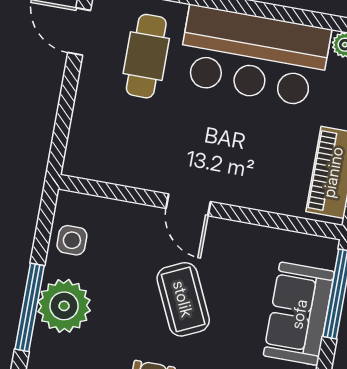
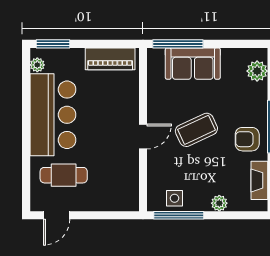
plant: (64, 306) -> (219, 203), width x0.53, depth x0.53
window: (30, 307) -> (179, 215), moved

